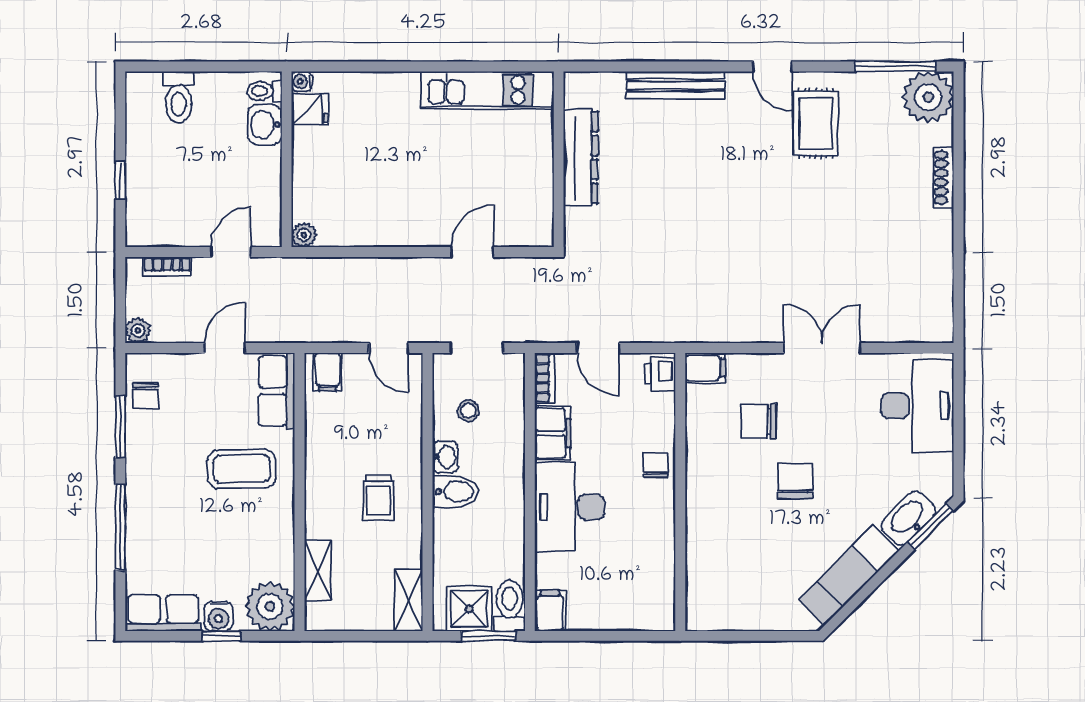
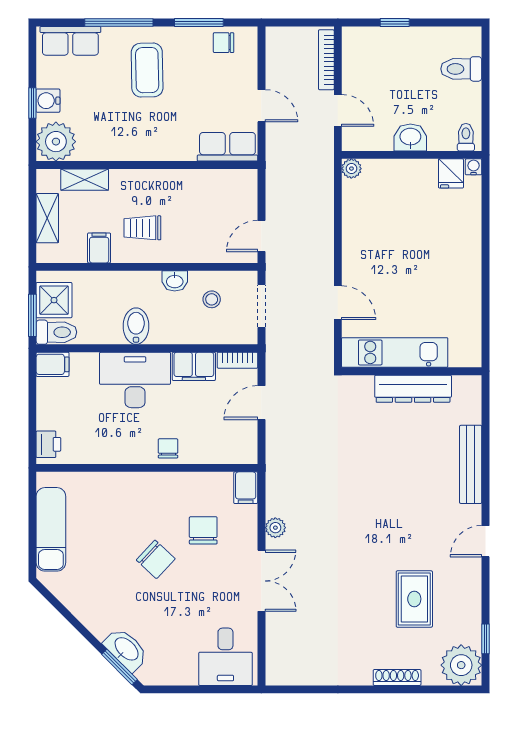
window: (895, 66) -> (485, 639), width x0.46
kitchen unit: (487, 90) -> (395, 352), moved, turned 90
rug: (816, 123) -> (414, 599), moved, turned 90
washbasin: (265, 125) -> (410, 137), moved
bookcase: (167, 267) -> (326, 60), width x1.56
plant: (138, 330) -> (275, 528), moved
filing cabinet: (328, 372) -> (99, 248), moved, turned 90
printer: (660, 374) -> (48, 444), moved, turned 90
desk: (918, 406) -> (225, 657), width x0.73
chair: (656, 465) -> (168, 448), turned -90
coffee table: (242, 469) -> (147, 70), moved
chair: (795, 481) -> (156, 559), turned 43
bidet: (455, 492) -> (136, 326), moved, turned 180
exam couch: (849, 575) -> (51, 529), moved, turned 45
shelving: (409, 600) -> (47, 218), moved, turned 90
row of seats: (163, 613) -> (70, 41), moved, turned 90

